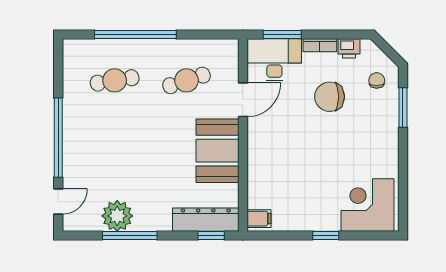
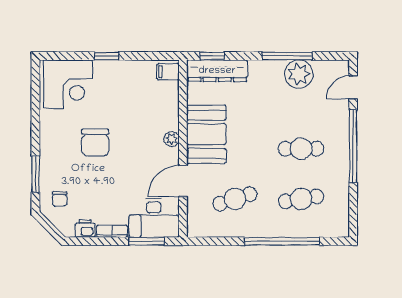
chair: (330, 97) -> (95, 143), moved, turned 90
cafe table: (115, 135) -> (301, 149), added
plant: (255, 145) -> (172, 139), added

